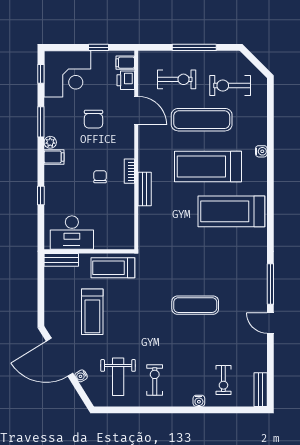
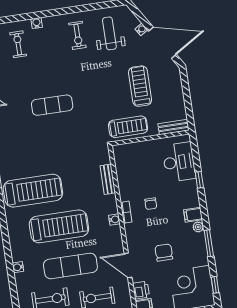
water cooler: (261, 151) -> (18, 267), moved
water cooler: (144, 165) -> (114, 220), added
bench: (145, 189) -> (108, 179), moved
desk: (72, 233) -> (179, 162), moved, turned 90

